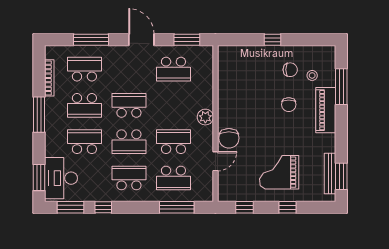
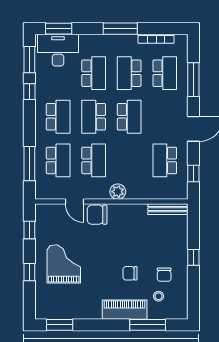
window: (187, 40) -> (193, 173), width x0.67
bench: (330, 173) -> (168, 209), moved
school desk: (173, 178) -> (58, 160), turned 180

